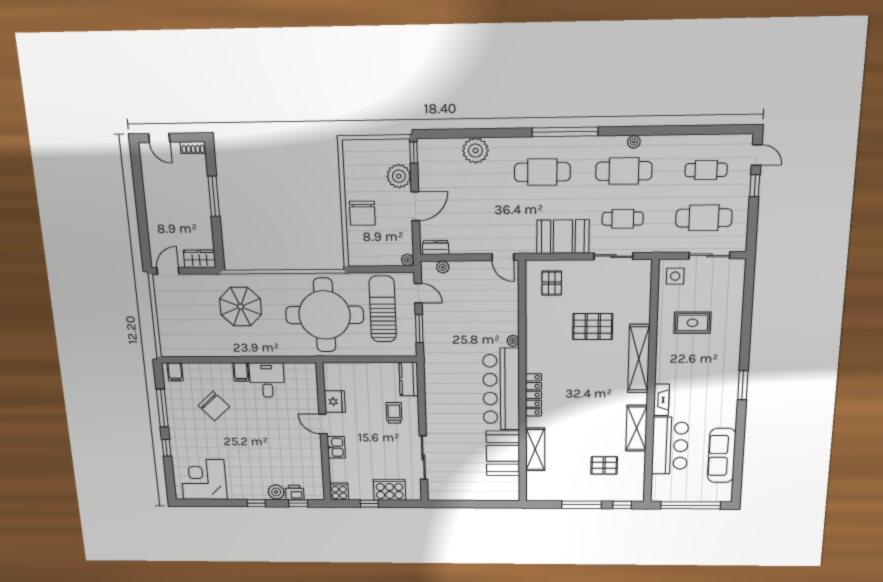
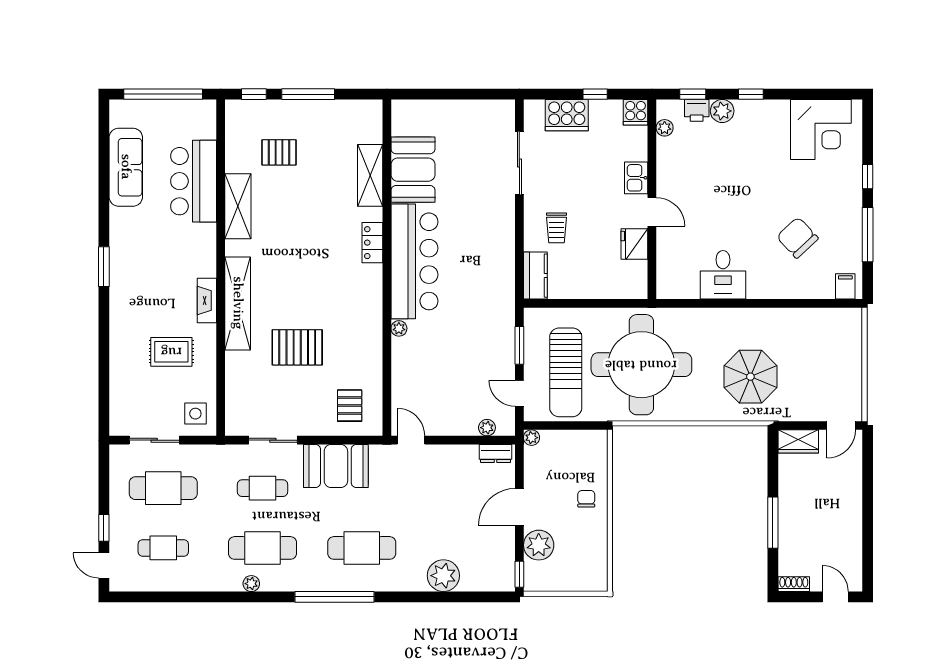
chair: (362, 213) -> (586, 499), width x0.54, depth x0.54
filing cabinet: (241, 372) -> (757, 286), removed
locker: (534, 395) -> (372, 243), width x0.66
fireplace: (661, 400) -> (207, 301), moved
plant: (317, 481) -> (665, 128), added

